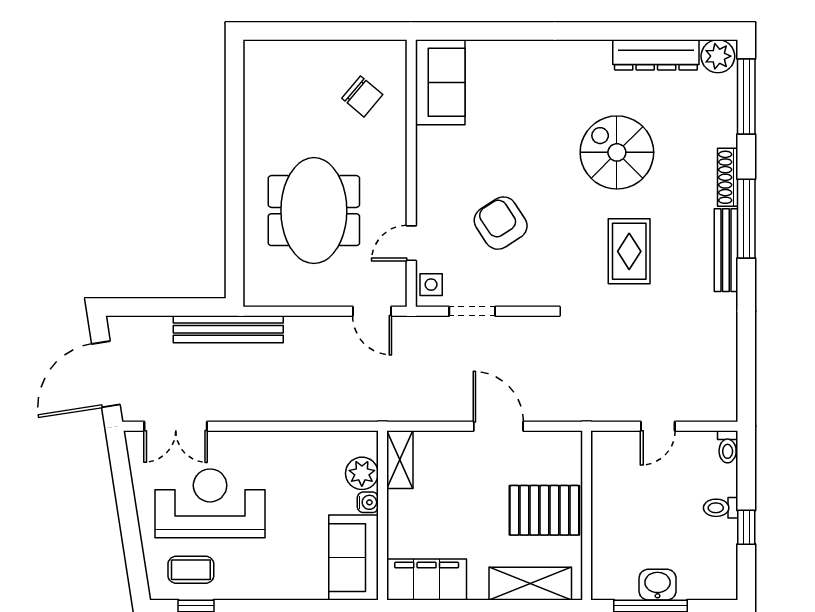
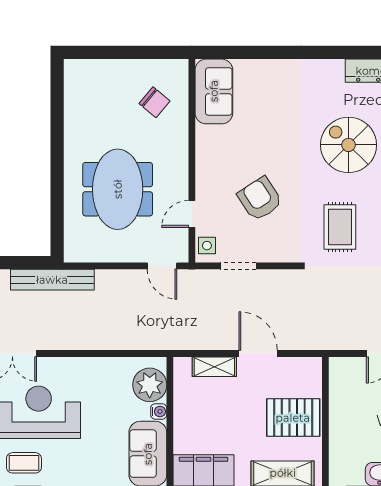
rug: (629, 251) -> (340, 227), moved
shelving: (400, 460) -> (214, 367), moved, turned 90
plant: (362, 473) -> (150, 385), width x1.36, depth x1.36

